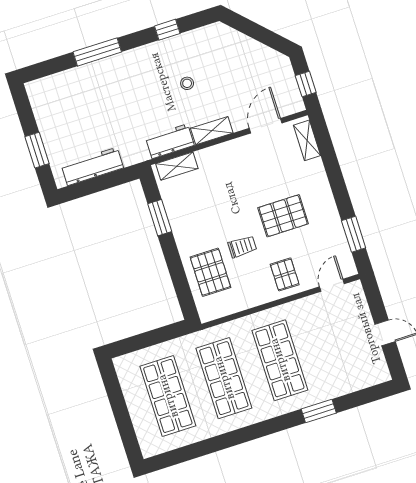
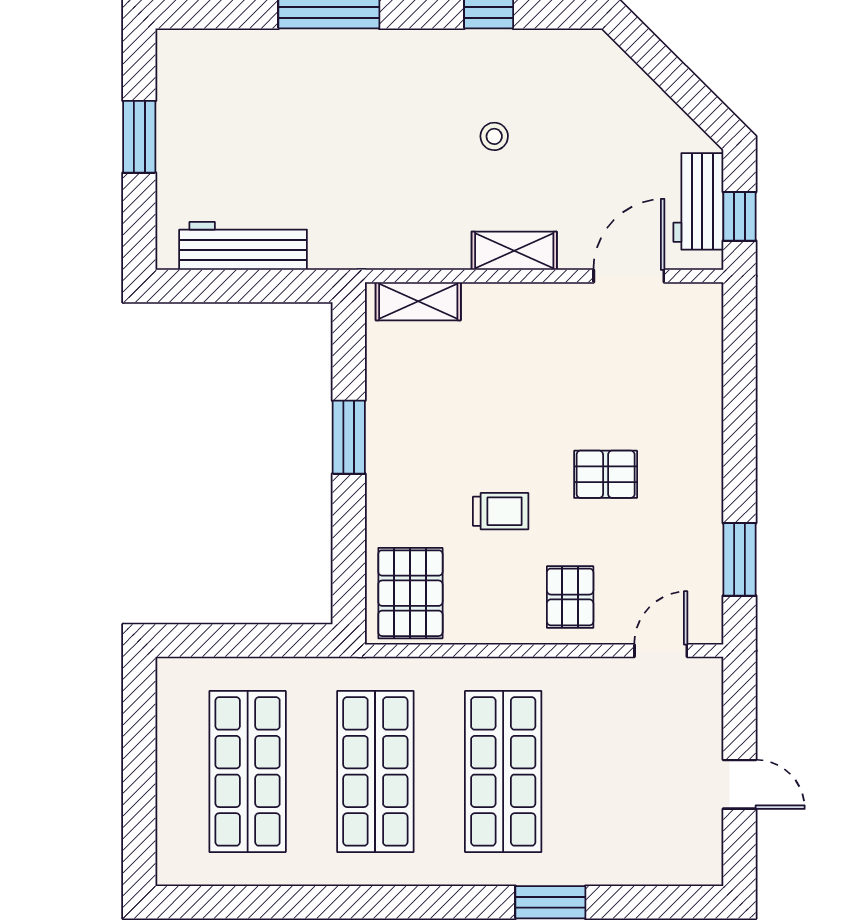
shelving: (307, 140) -> (705, 334), removed
workbench: (170, 141) -> (698, 201), moved, turned -90
window: (37, 150) -> (139, 137), moved
pallet: (283, 216) -> (606, 474), width x0.67, depth x0.71
window: (160, 218) -> (349, 437), moved
pallet: (210, 272) -> (410, 593), moved

